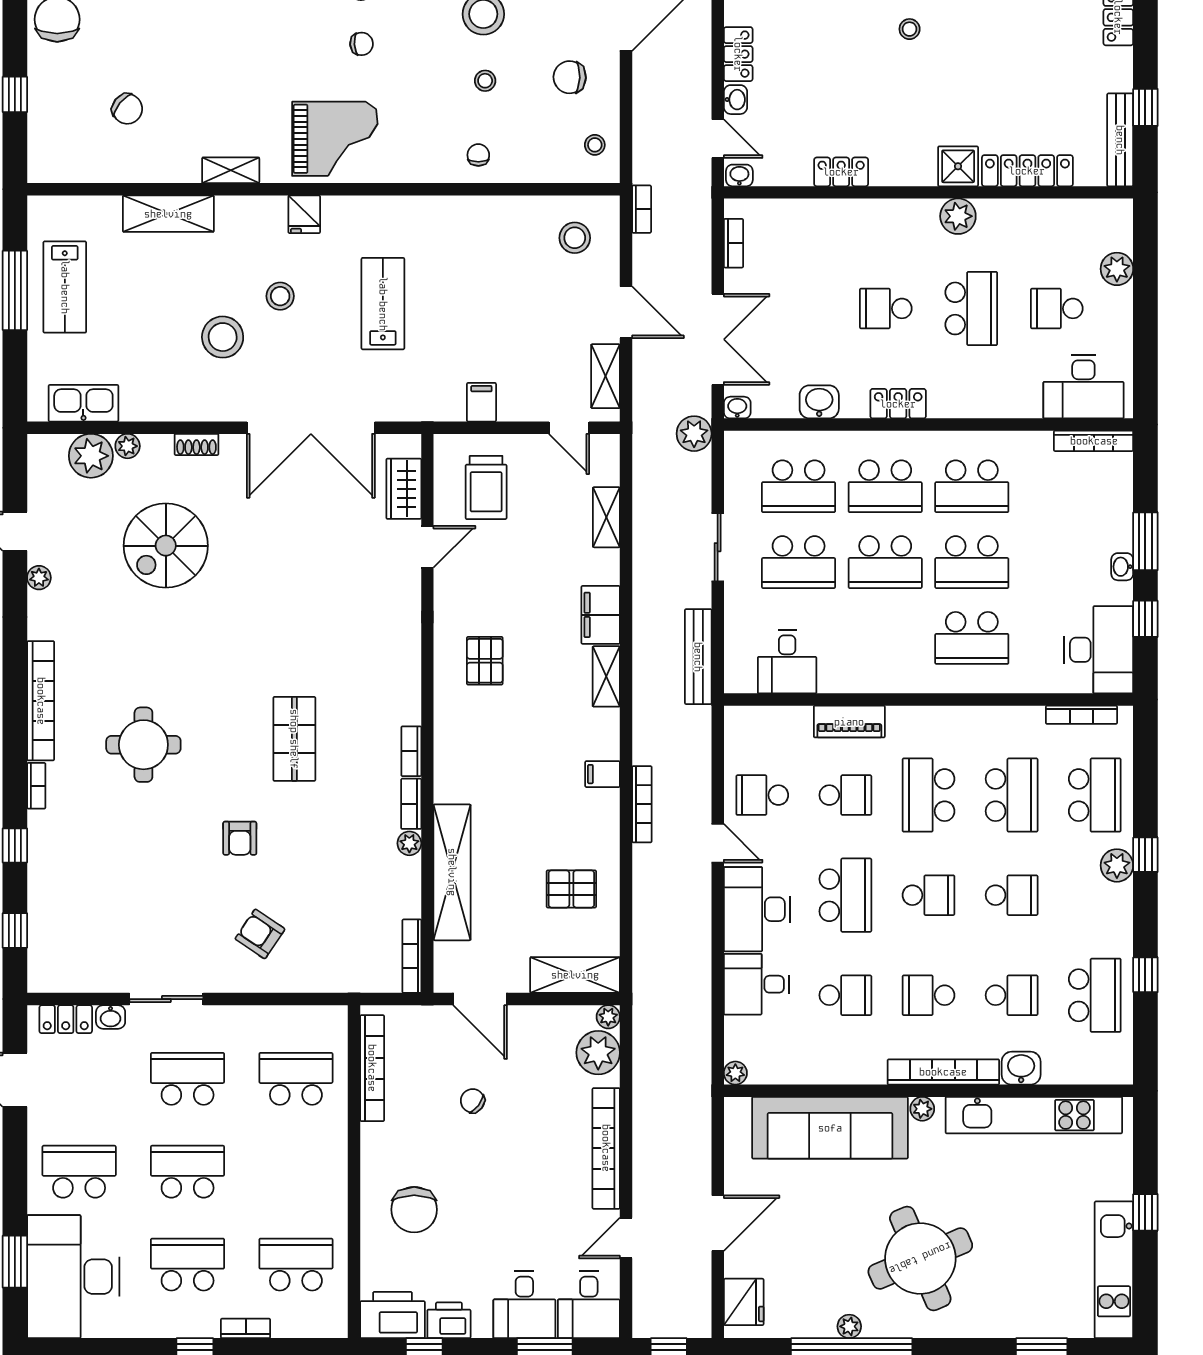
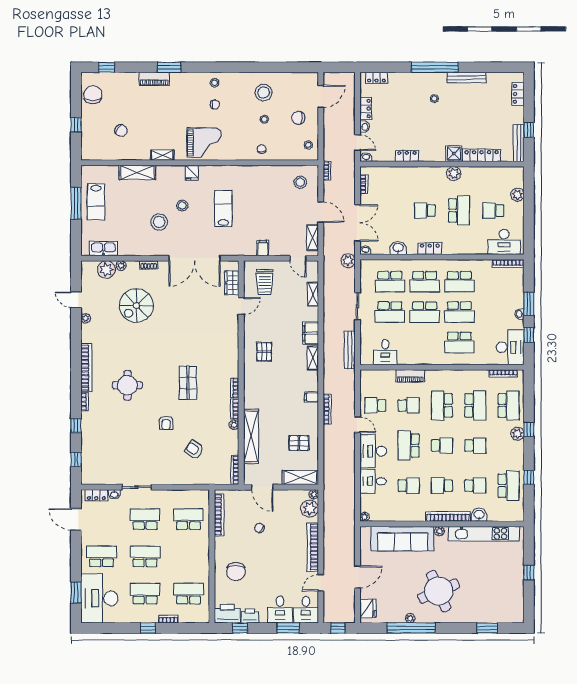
school desk: (845, 895) -> (409, 446), turned 180
armchair: (260, 934) -> (194, 450), moved
kitchen unit: (1114, 1270) -> (516, 596), removed

